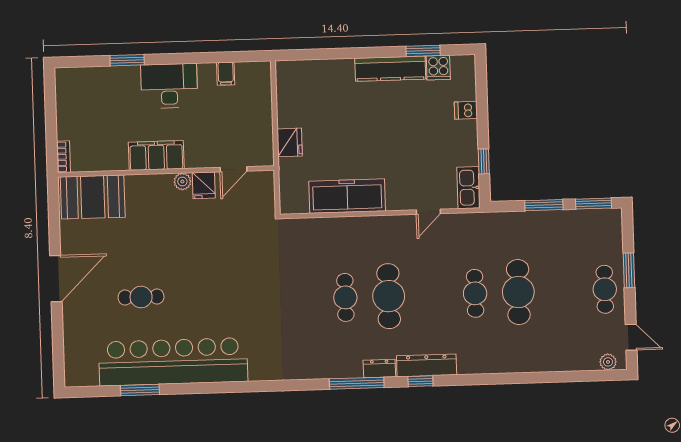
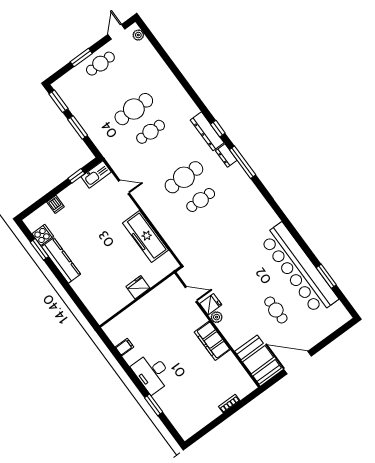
filing cabinet: (156, 155) -> (212, 341), moved
door: (234, 169) -> (191, 294), moved
wall: (166, 171) -> (217, 330), moved
plant: (182, 182) -> (217, 317), moved
fridge: (204, 185) -> (211, 304), moved
booth: (93, 197) -> (258, 360), moved

